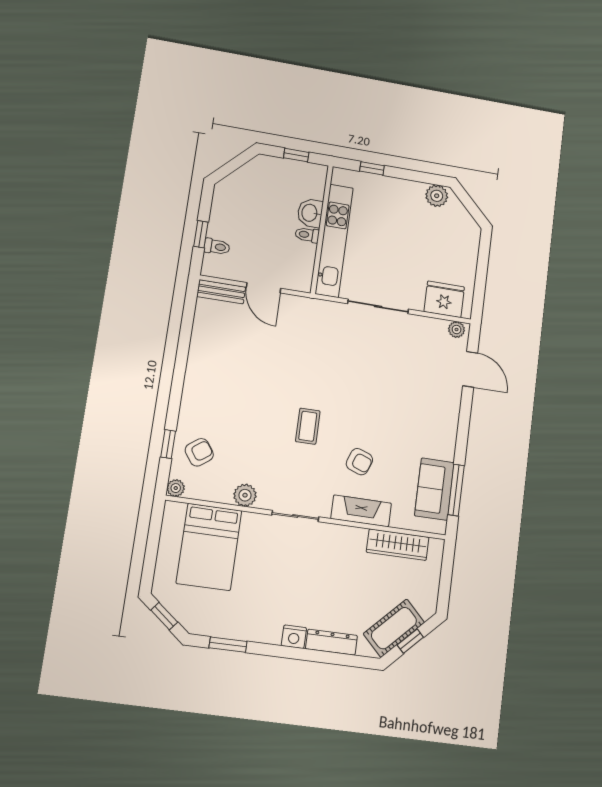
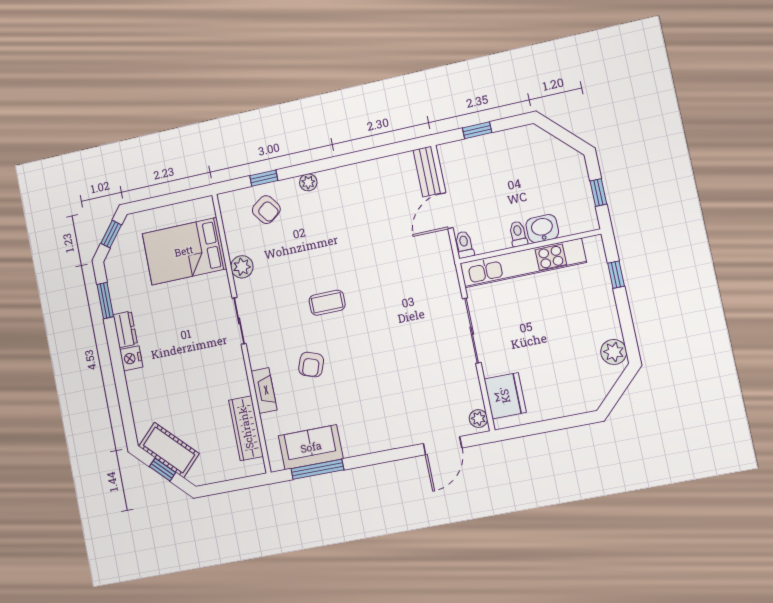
toilet: (217, 247) -> (464, 245), moved, turned 180
plant: (176, 488) -> (308, 182), moved
fireplace: (361, 511) -> (264, 391), width x0.73, depth x0.76
dresser: (331, 642) -> (125, 329), moved, width x0.70

